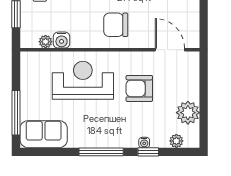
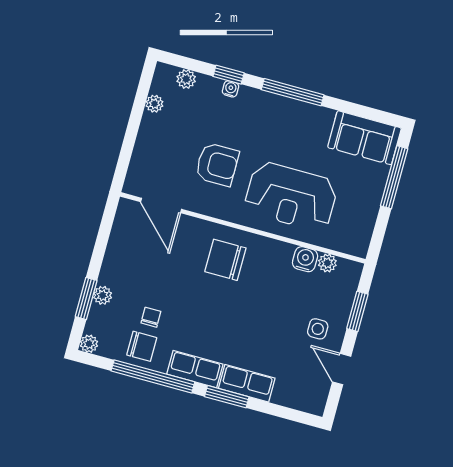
chair: (116, 25) -> (225, 260), turned 180
plant: (188, 113) -> (154, 104), width x0.53, depth x0.53

